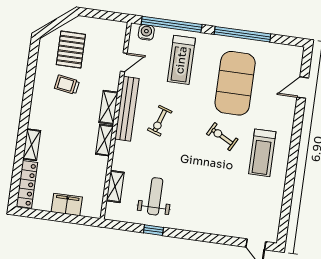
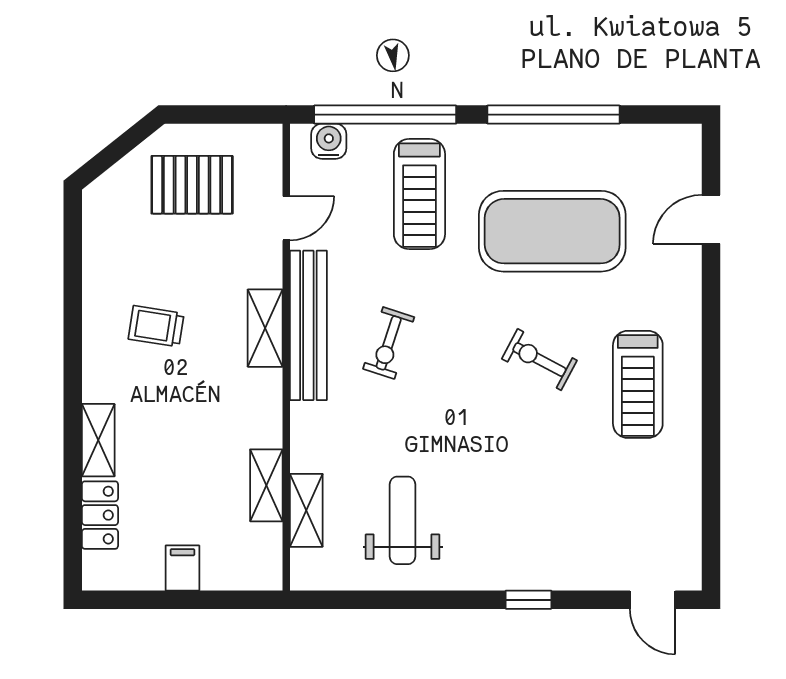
pallet: (71, 50) -> (192, 185), moved, turned 90
exercise mat: (235, 83) -> (552, 231), turned 90
trolley: (67, 85) -> (156, 326), moved
shelving: (104, 140) -> (266, 485), moved
locker: (27, 184) -> (100, 515), width x0.66
filing cabinet: (67, 205) -> (182, 568), width x0.50
window: (153, 230) -> (529, 600), moved

